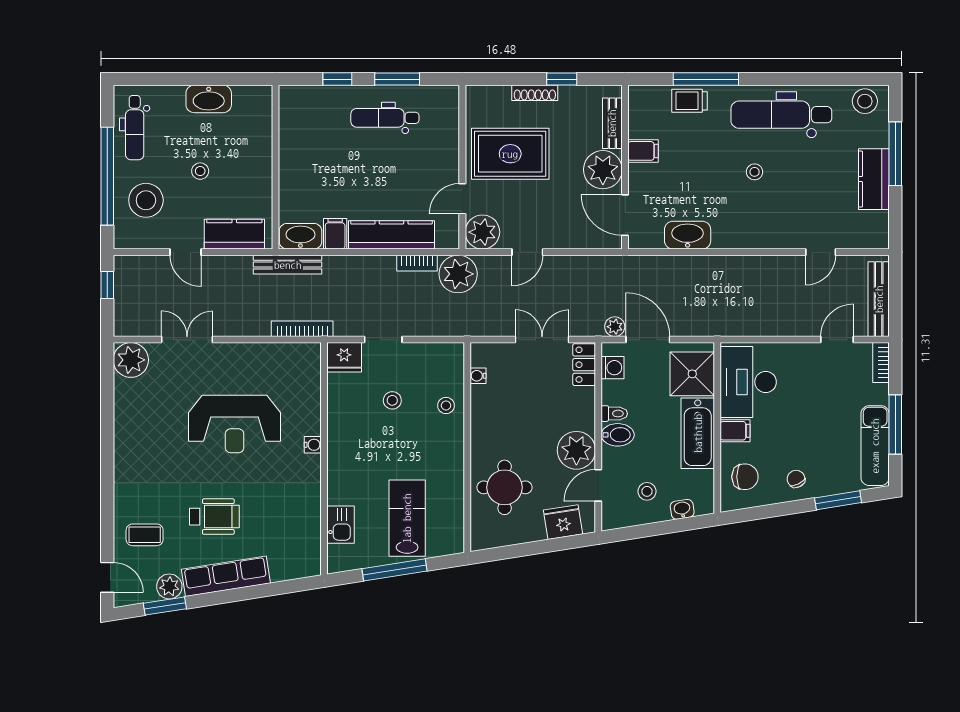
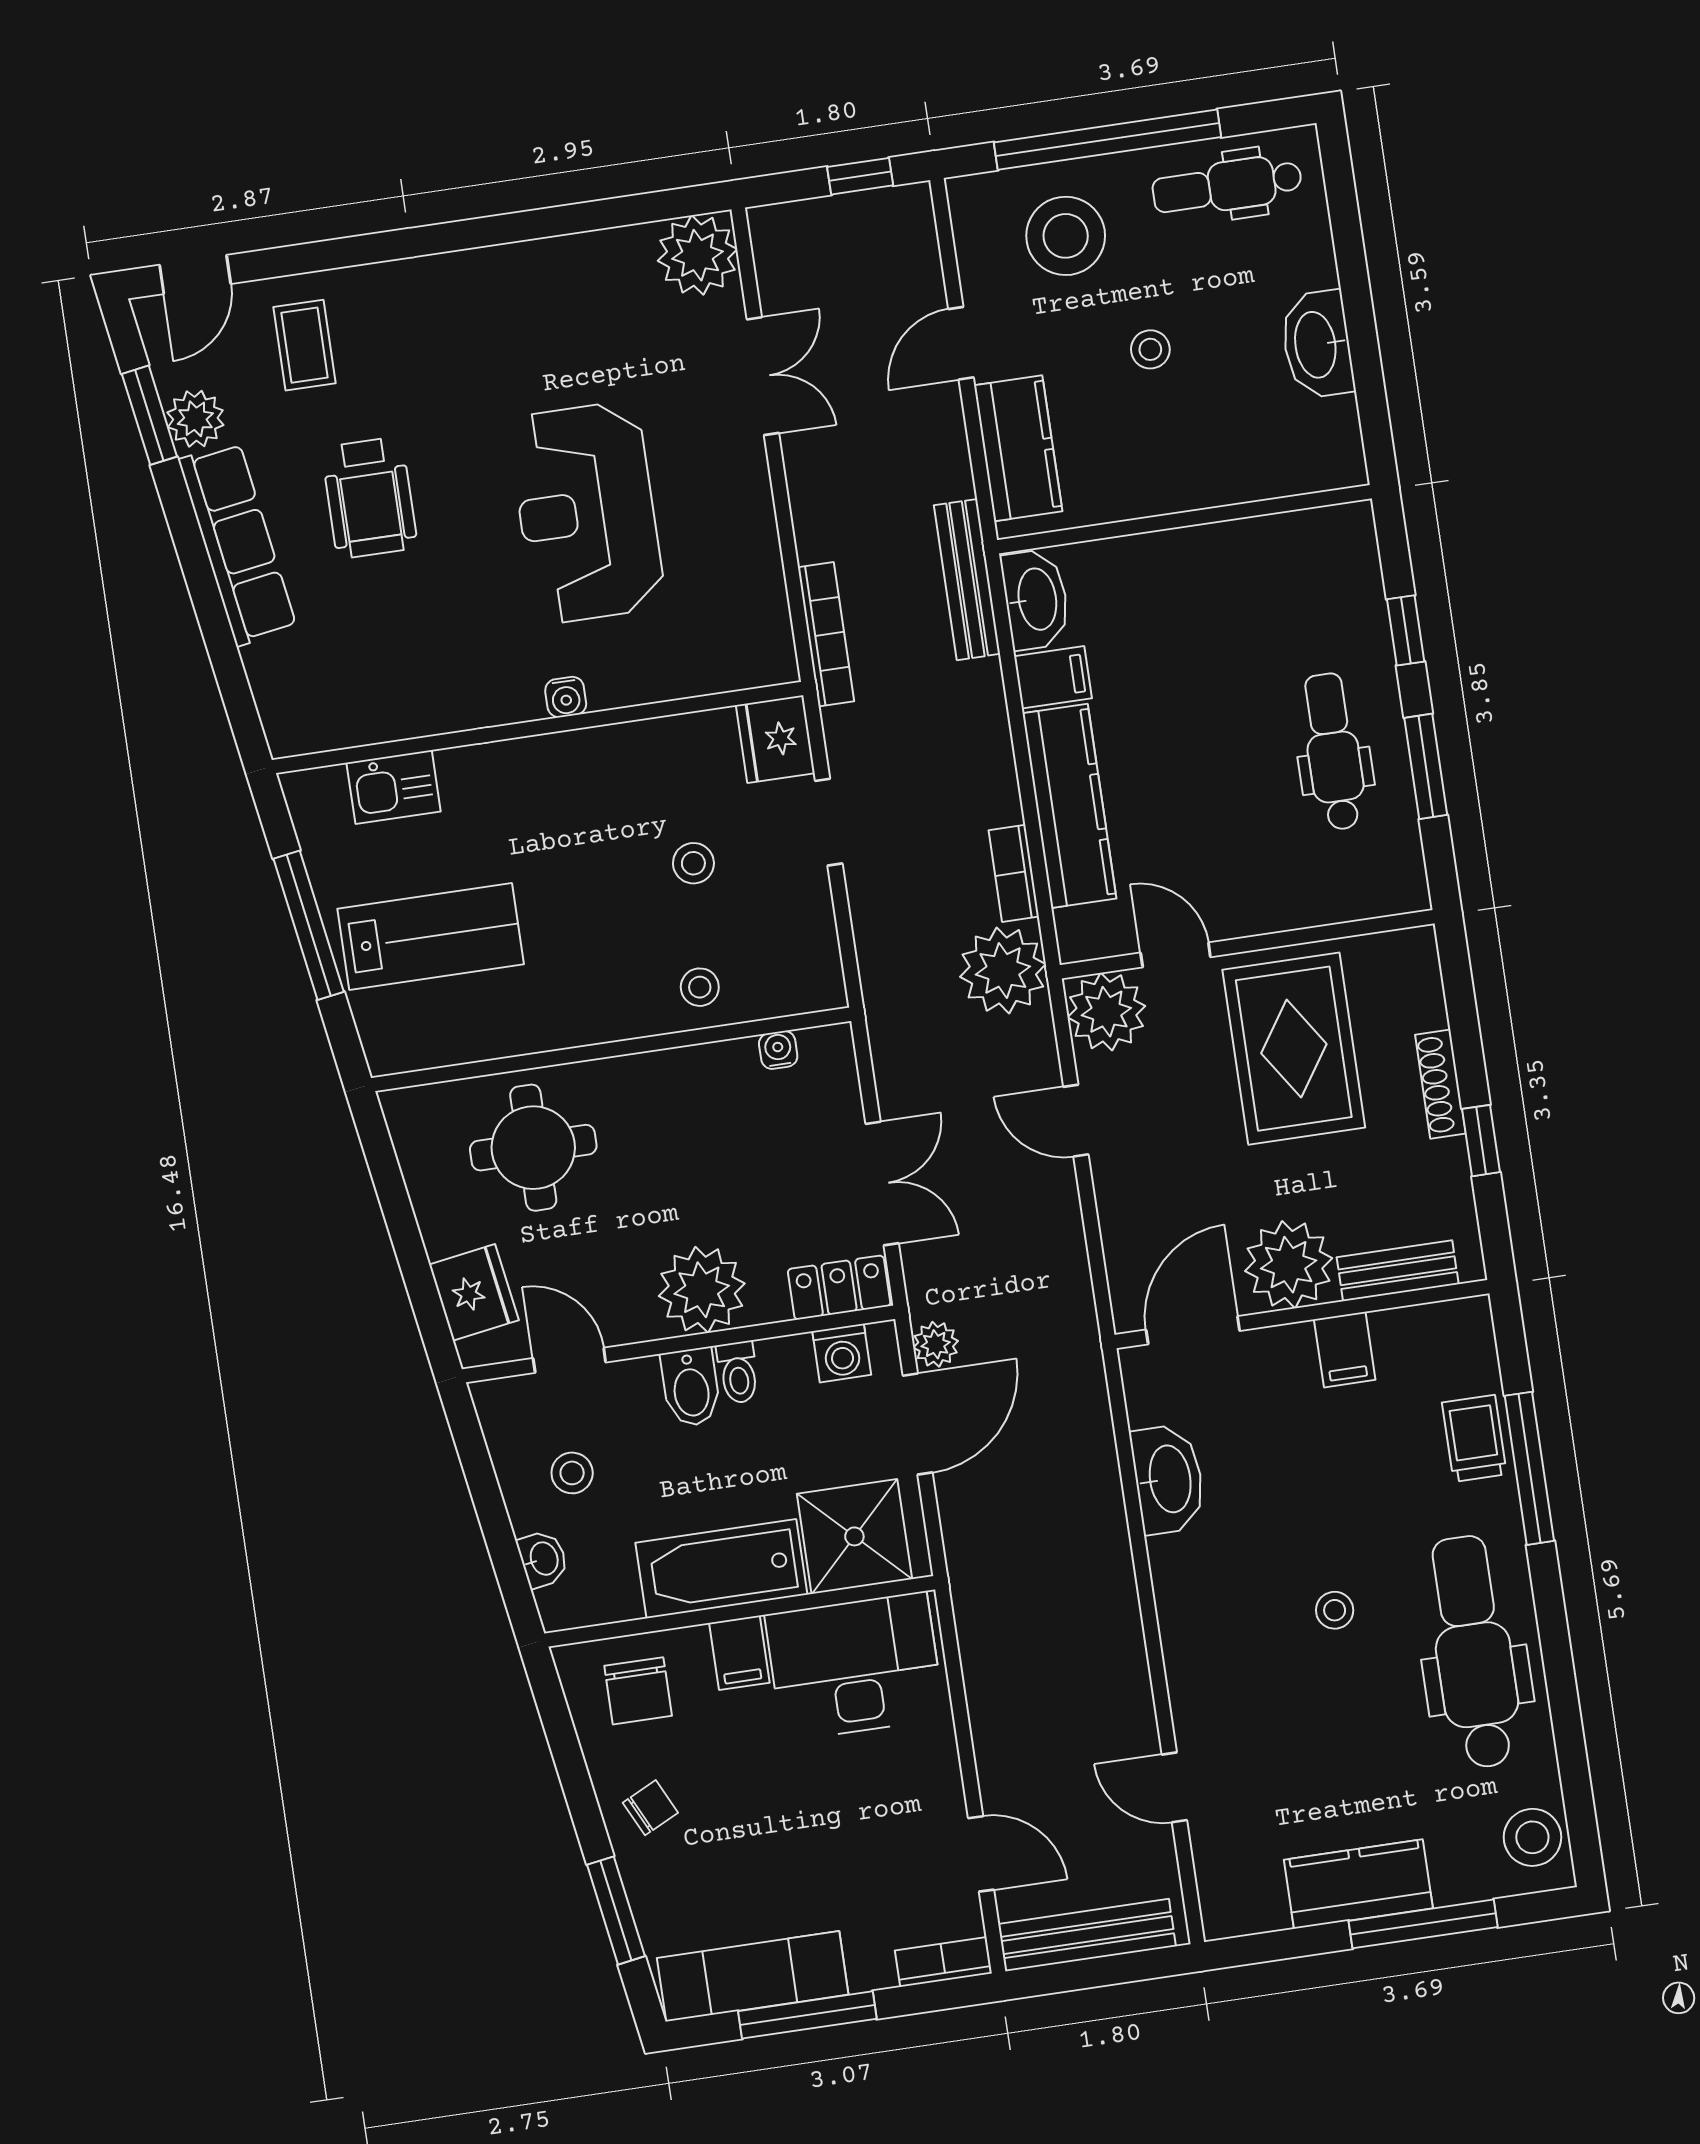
plant: (576, 450) -> (702, 1290), moved

